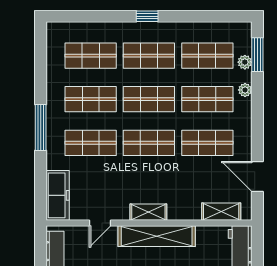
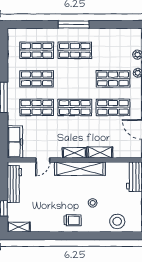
window: (147, 16) -> (74, 25), width x2.17
shop shelf: (207, 56) -> (113, 50), removed
shop shelf: (149, 99) -> (75, 79), removed
shelving: (221, 212) -> (100, 152), moved

